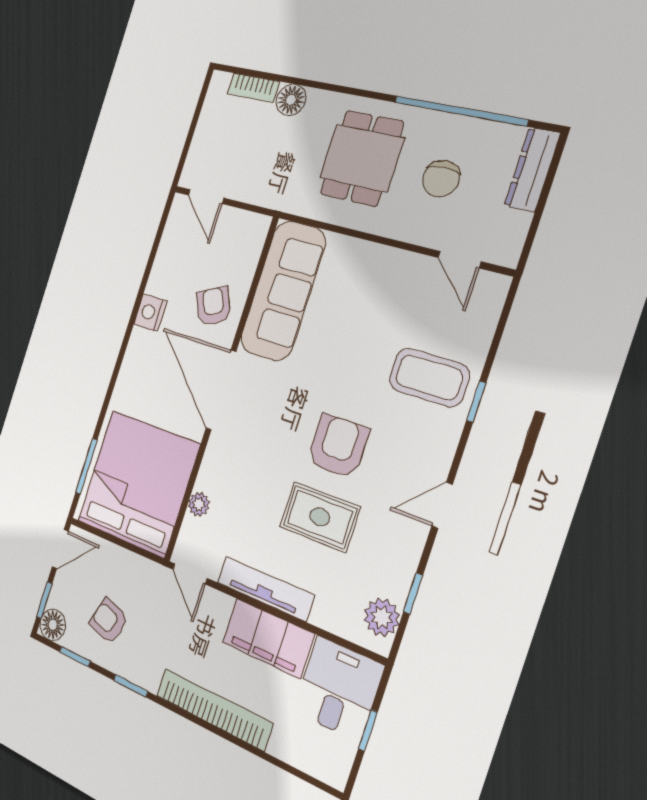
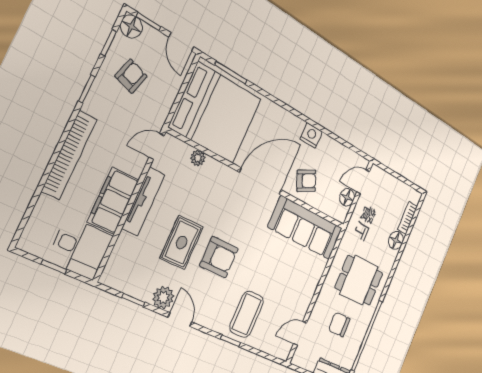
floor lamp: (231, 221) -> (347, 197), added
plant: (382, 617) -> (163, 298), moved

